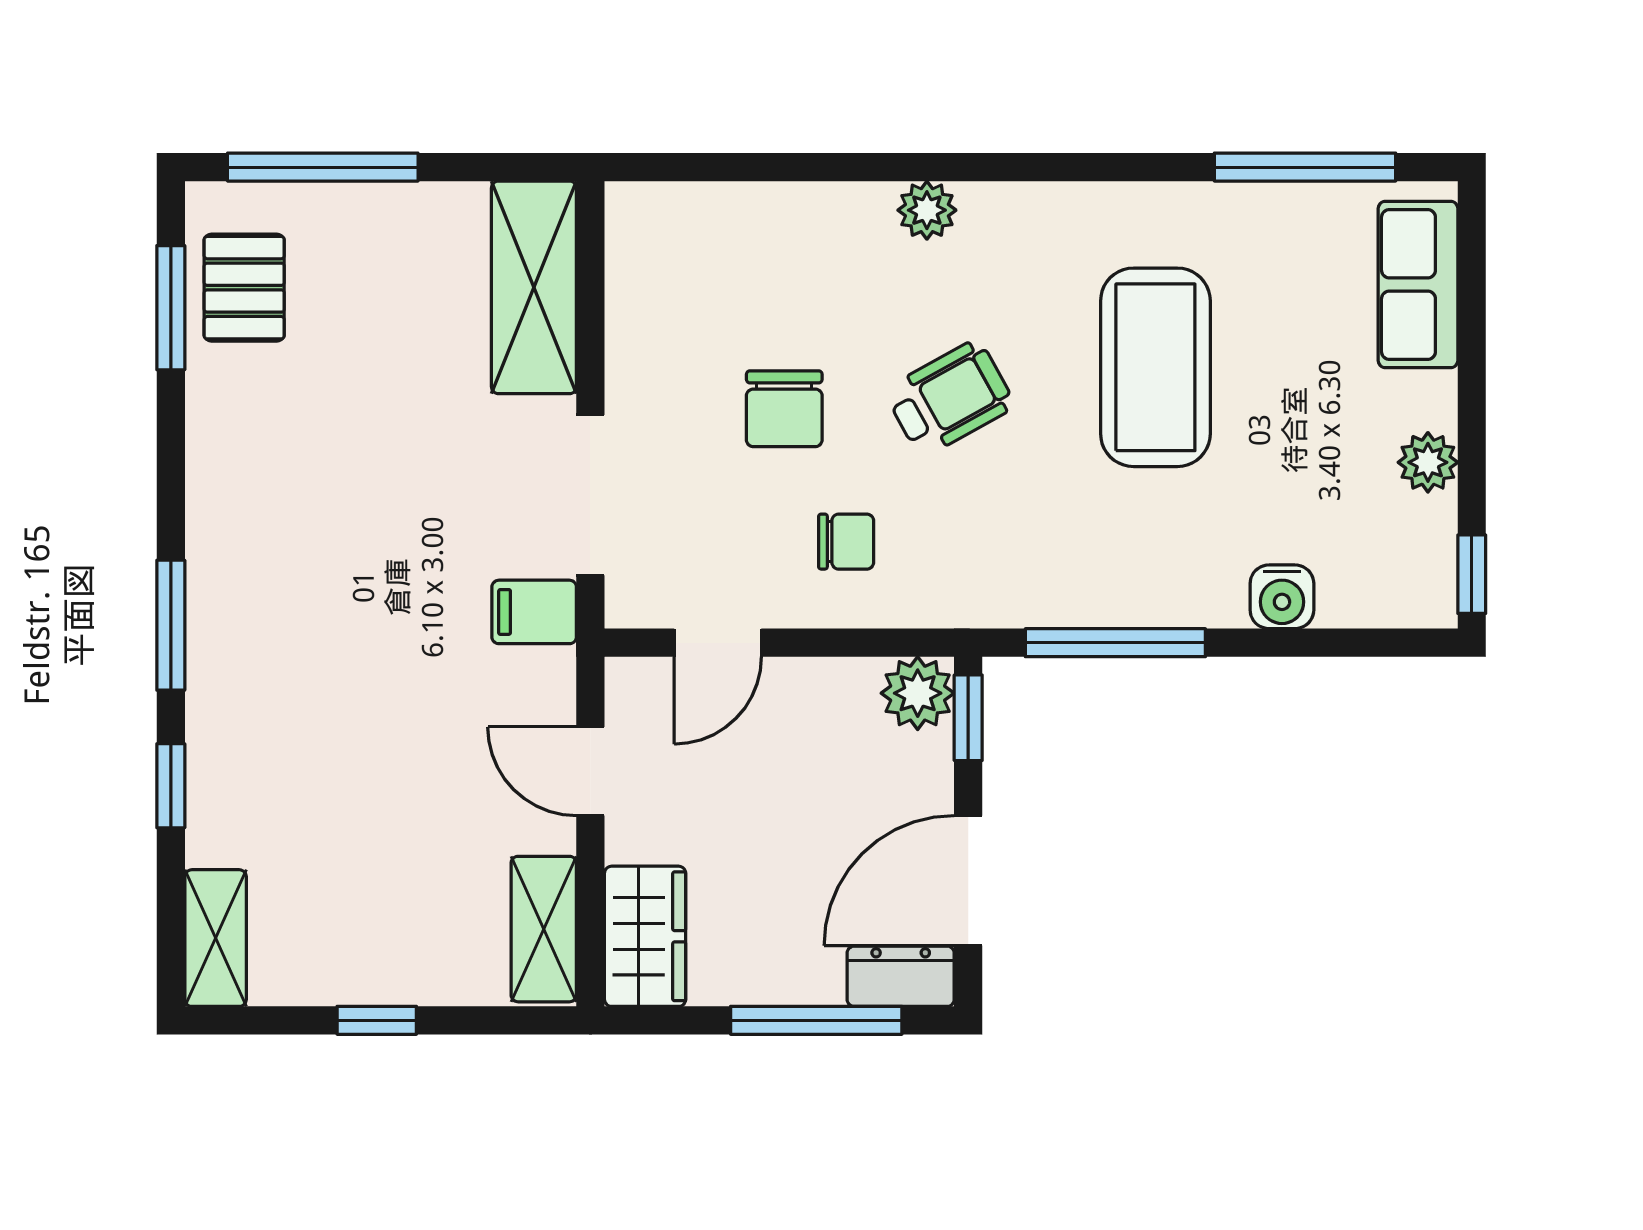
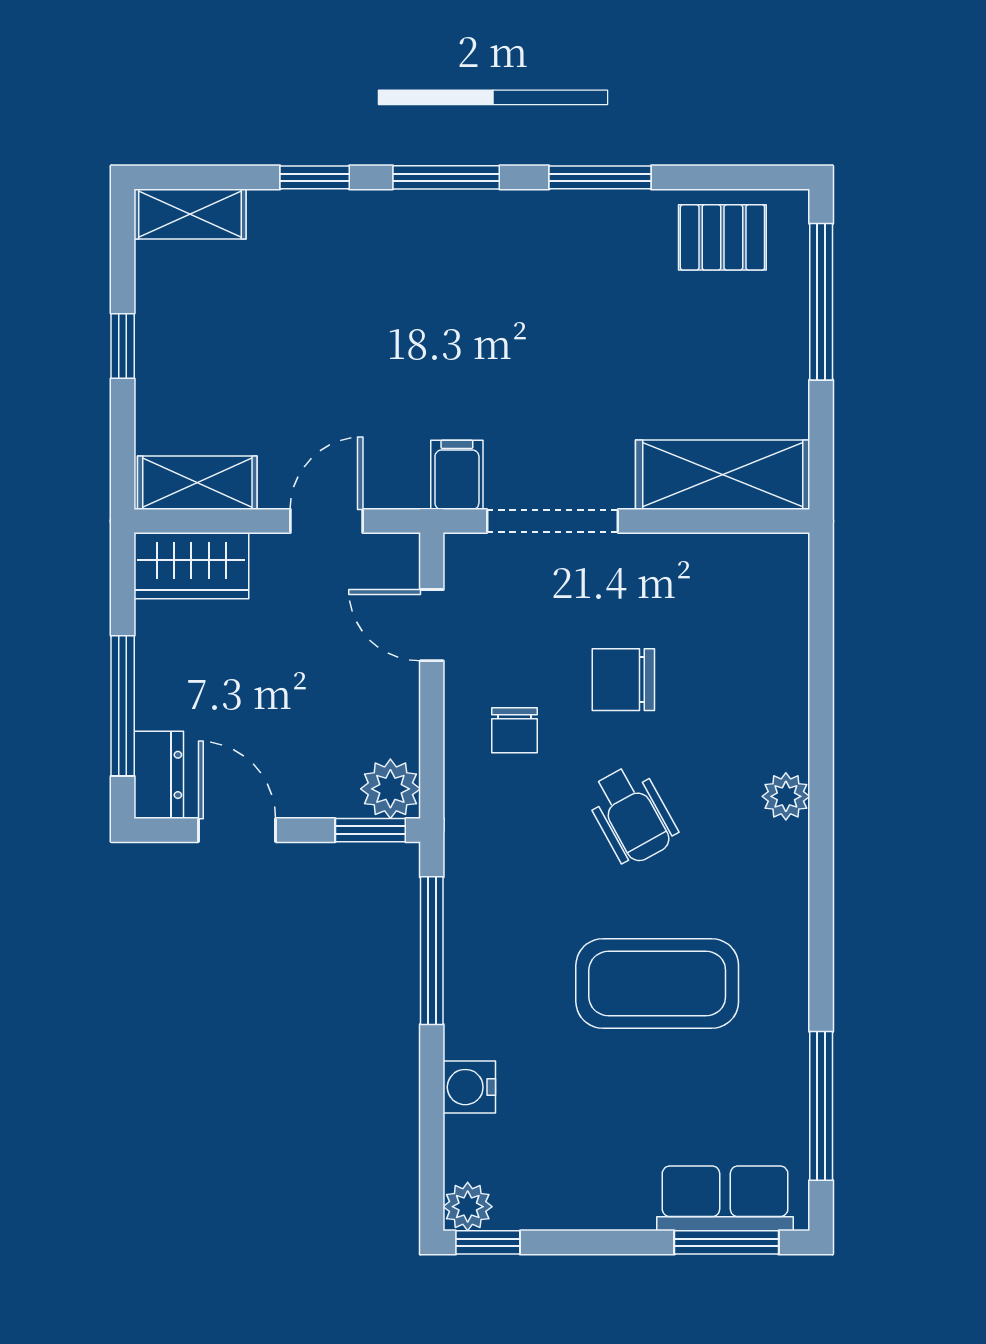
window: (1472, 283) -> (726, 1242), added
window: (171, 308) -> (600, 177), moved
plant: (1428, 462) -> (468, 1207), moved
door: (968, 881) -> (237, 830), width x0.73

